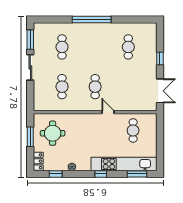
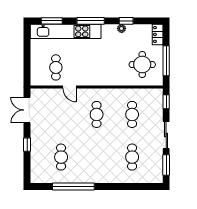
window: (92, 20) -> (73, 186), moved
window: (30, 99) -> (166, 102), added
door: (108, 112) -> (70, 87), moved
window: (30, 137) -> (166, 61), width x1.44
window: (56, 174) -> (126, 21), moved
window: (101, 174) -> (91, 21), width x2.17

